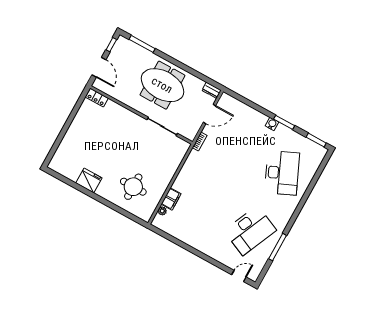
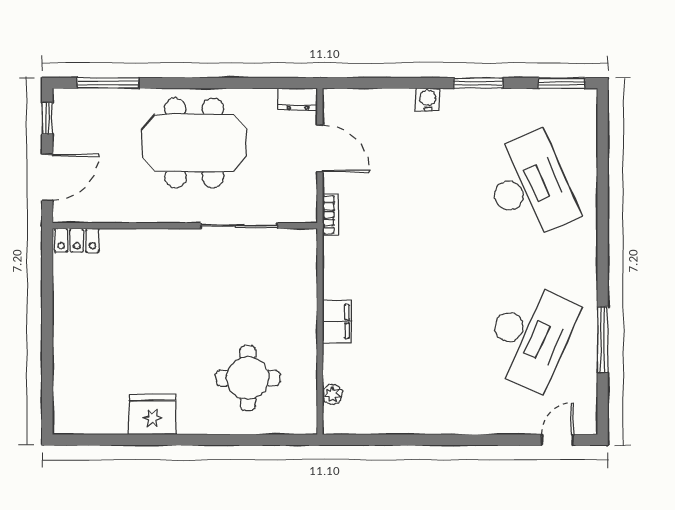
door: (99, 67) -> (47, 177), hinge flipped
door: (210, 114) -> (320, 149), hinge flipped
water cooler: (272, 124) -> (428, 100), moved
filing cabinet: (171, 199) -> (337, 321), moved

